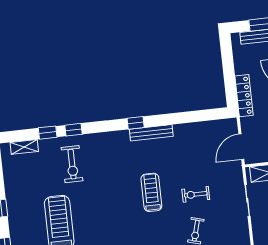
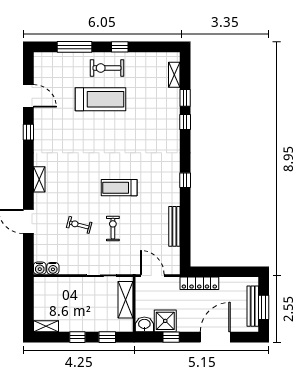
bench: (151, 133) -> (174, 226), moved
exercise bike: (72, 164) -> (107, 68), moved
treadmill: (151, 192) -> (119, 188), turned 180

